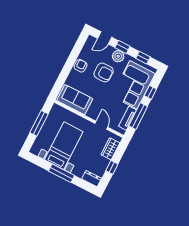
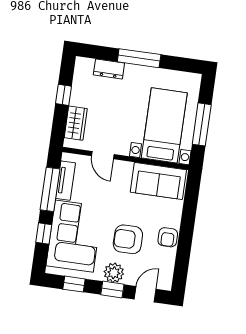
bed with nightstands: (64, 146) -> (164, 125), moved, turned 180
dresser: (92, 179) -> (109, 69), moved

